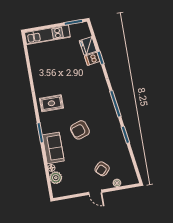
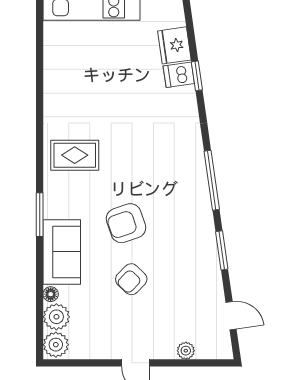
door: (135, 164) -> (231, 316), added
armchair: (102, 169) -> (131, 279), moved
plant: (58, 190) -> (56, 345), added

